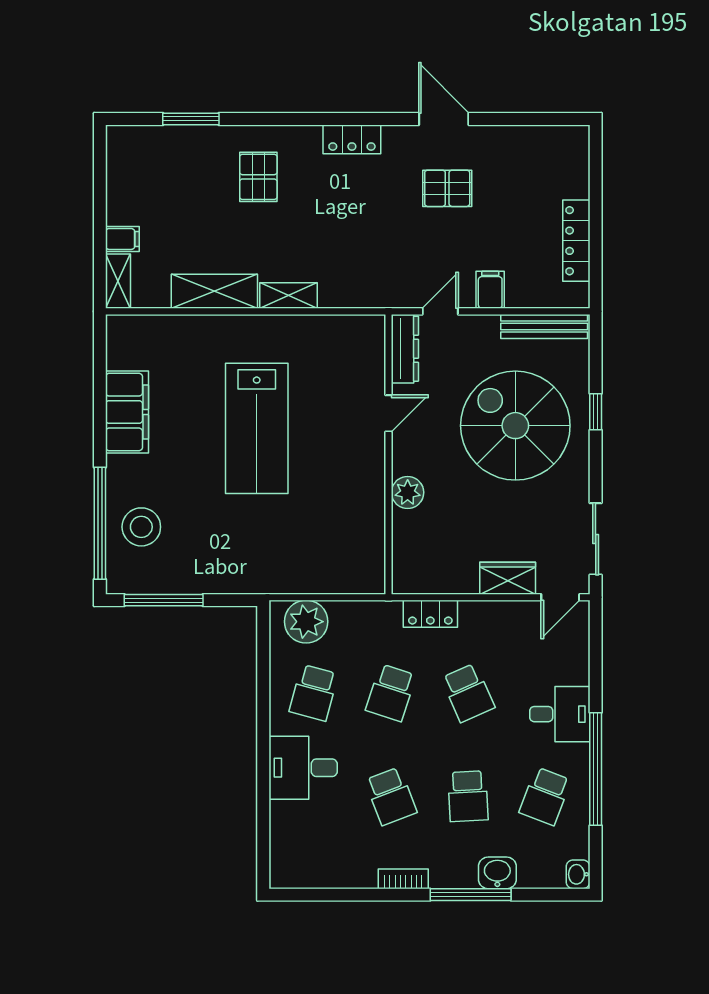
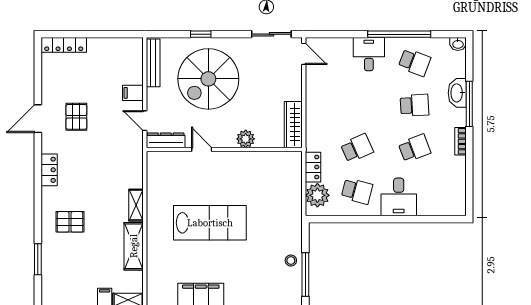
locker: (576, 241) -> (64, 45), moved
stool: (141, 527) -> (291, 261), moved, width x0.53, depth x0.53
wardrobe: (508, 578) -> (293, 125), moved, width x1.50
locker: (430, 614) -> (313, 167), moved
school desk: (391, 693) -> (357, 148), turned -42
school desk: (468, 693) -> (357, 105), removed
washbasin: (497, 873) -> (457, 93), width x1.38

